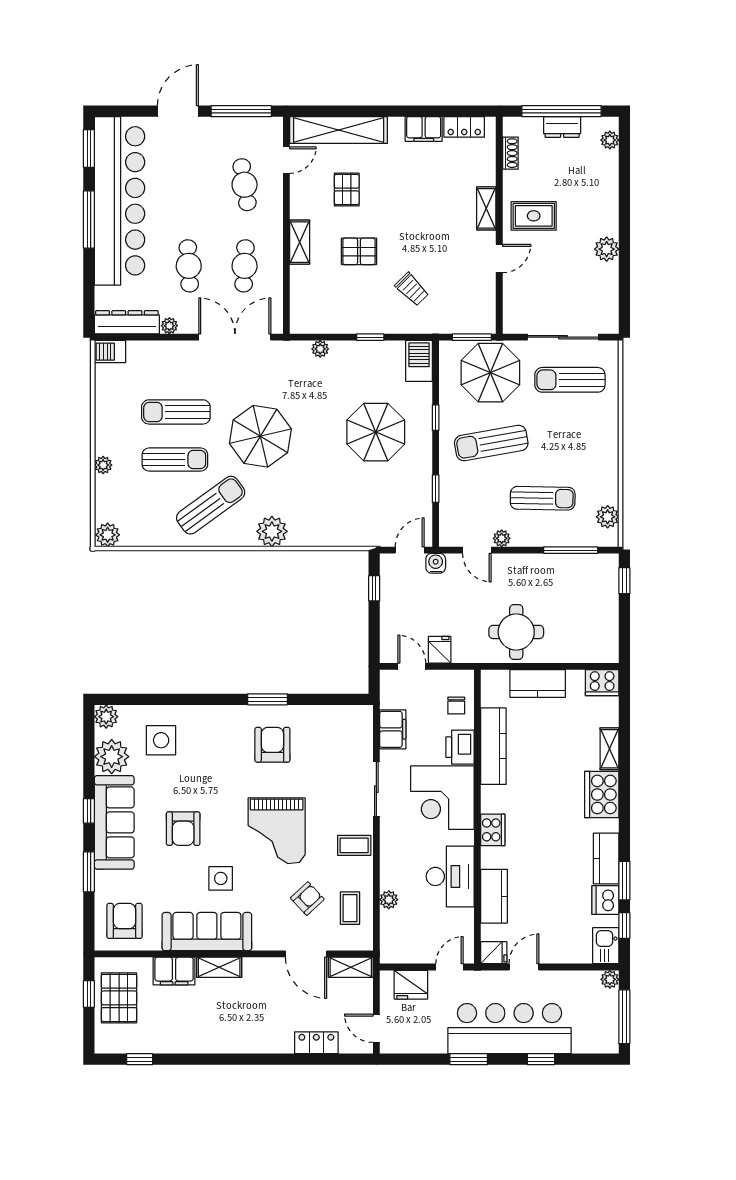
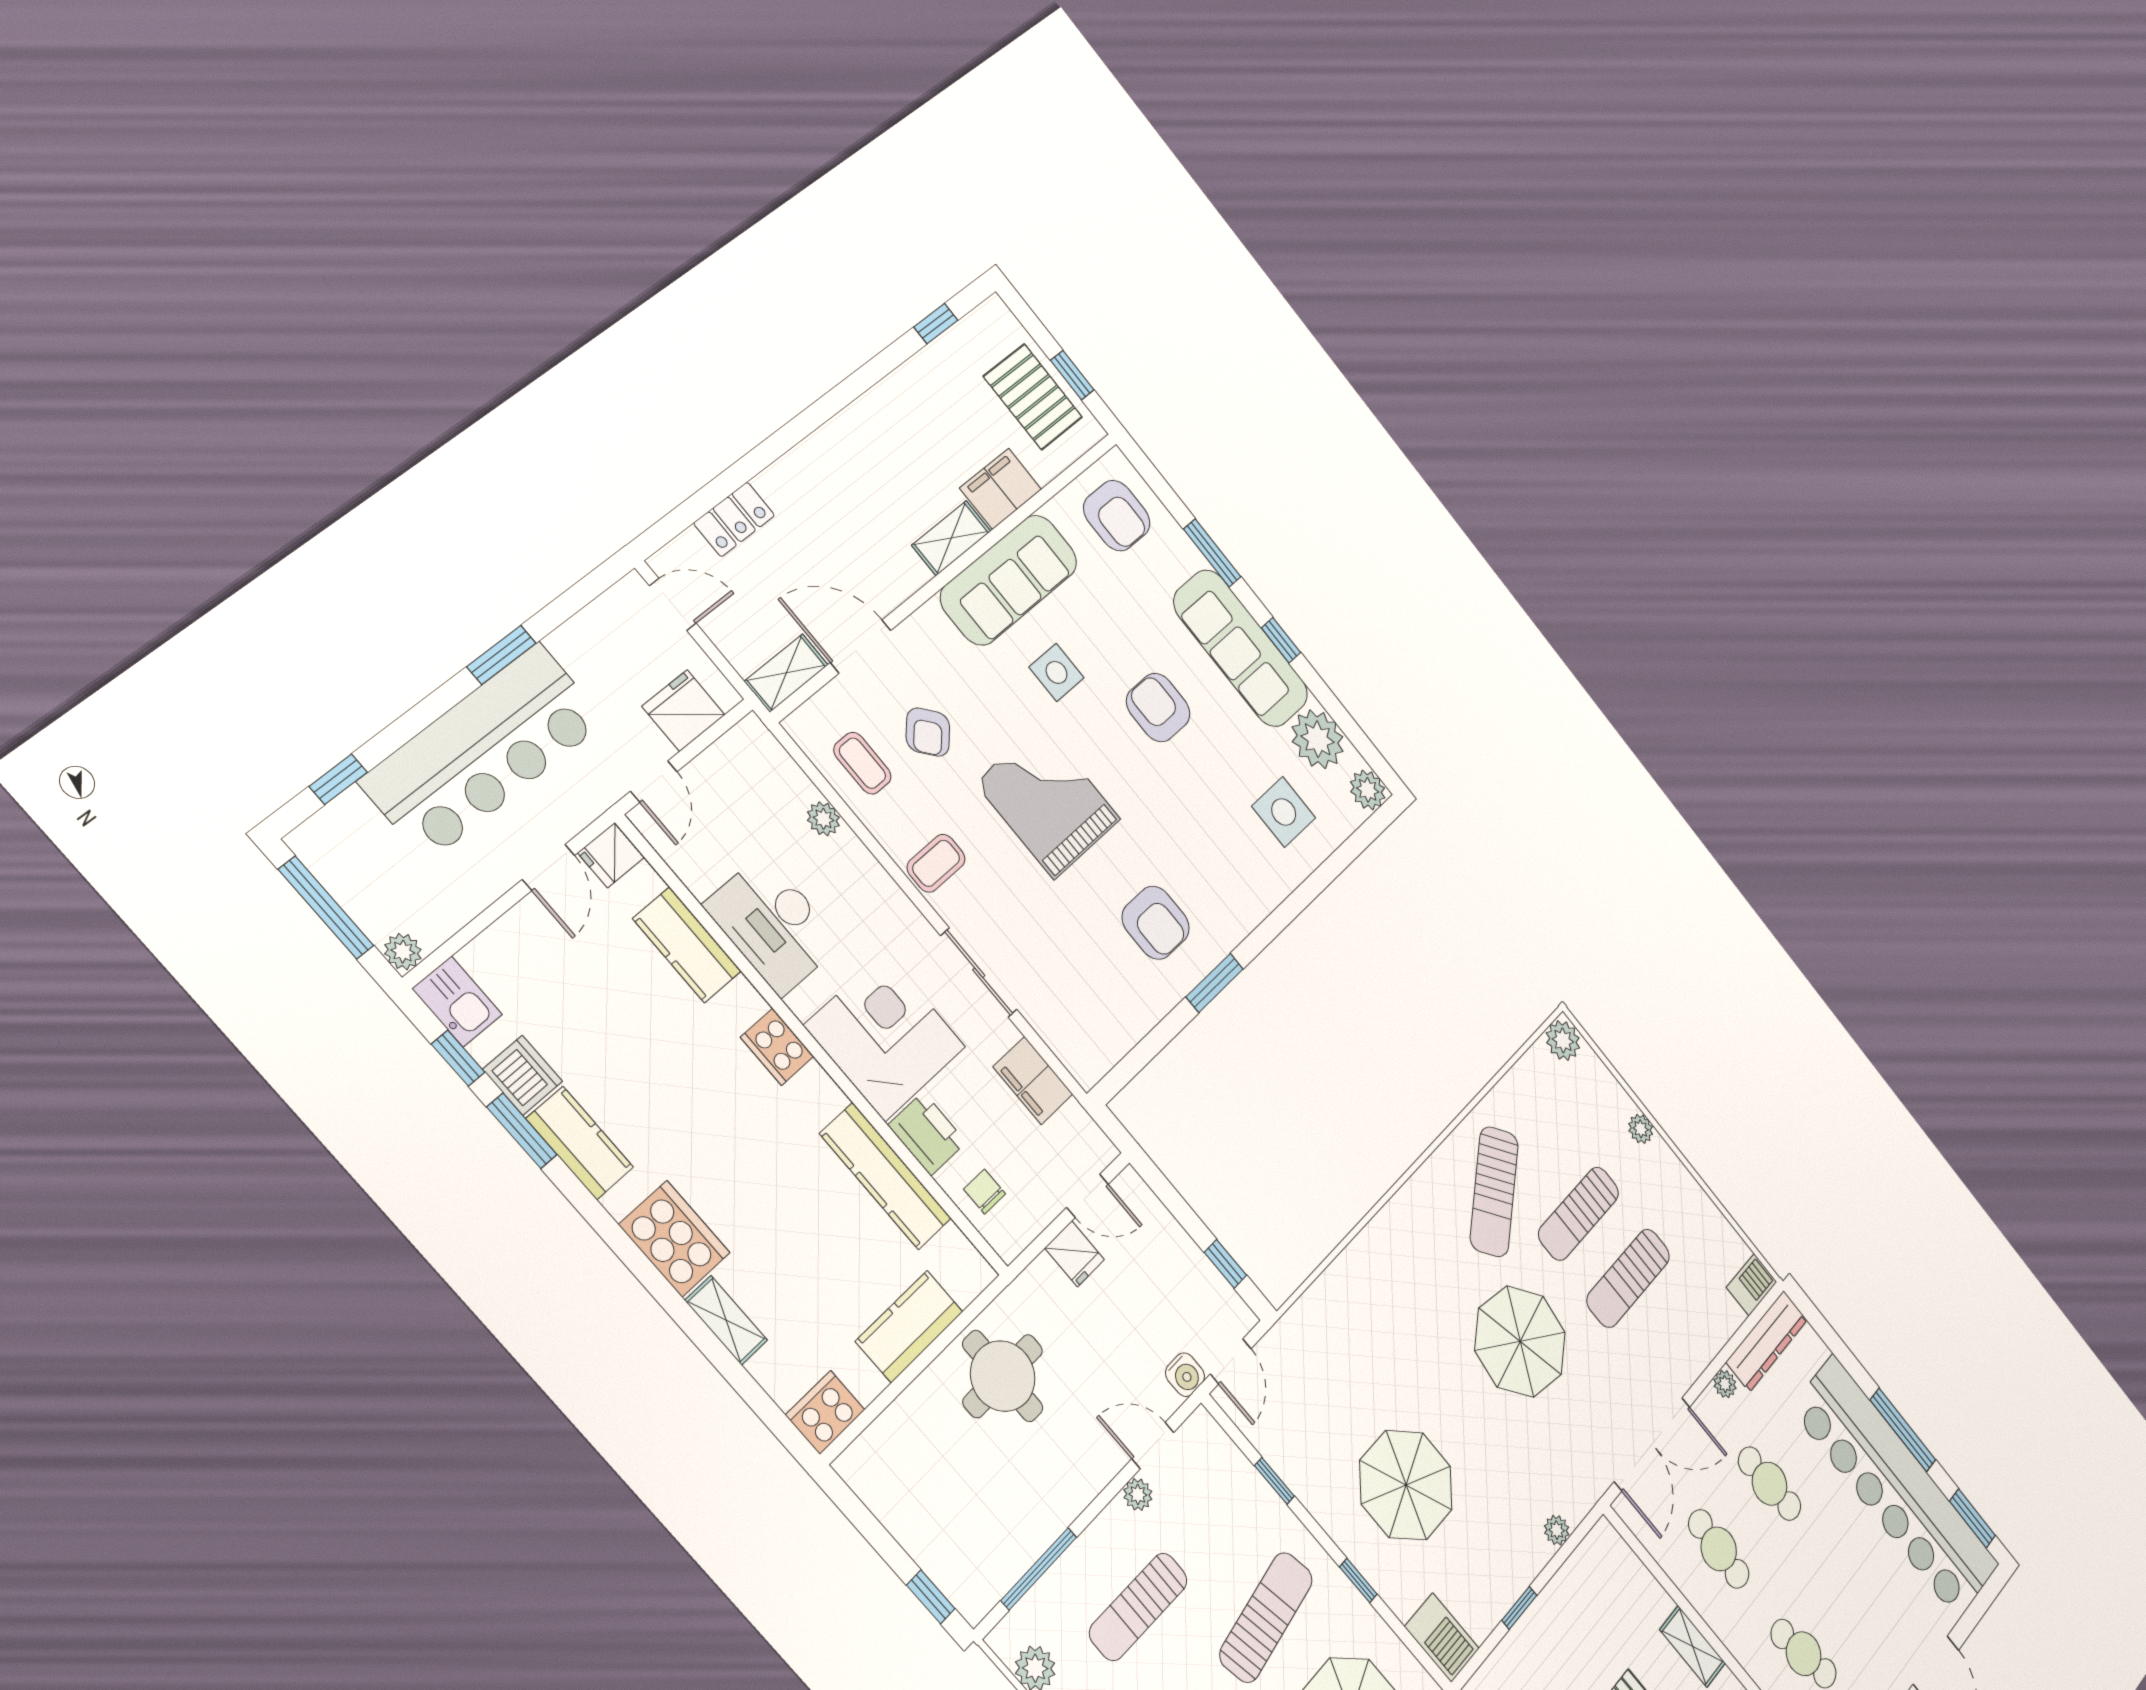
sun lounger: (176, 412) -> (1628, 1278), turned 180
plant: (272, 531) -> (1402, 1224), removed
window: (541, 1059) -> (338, 779), moved

